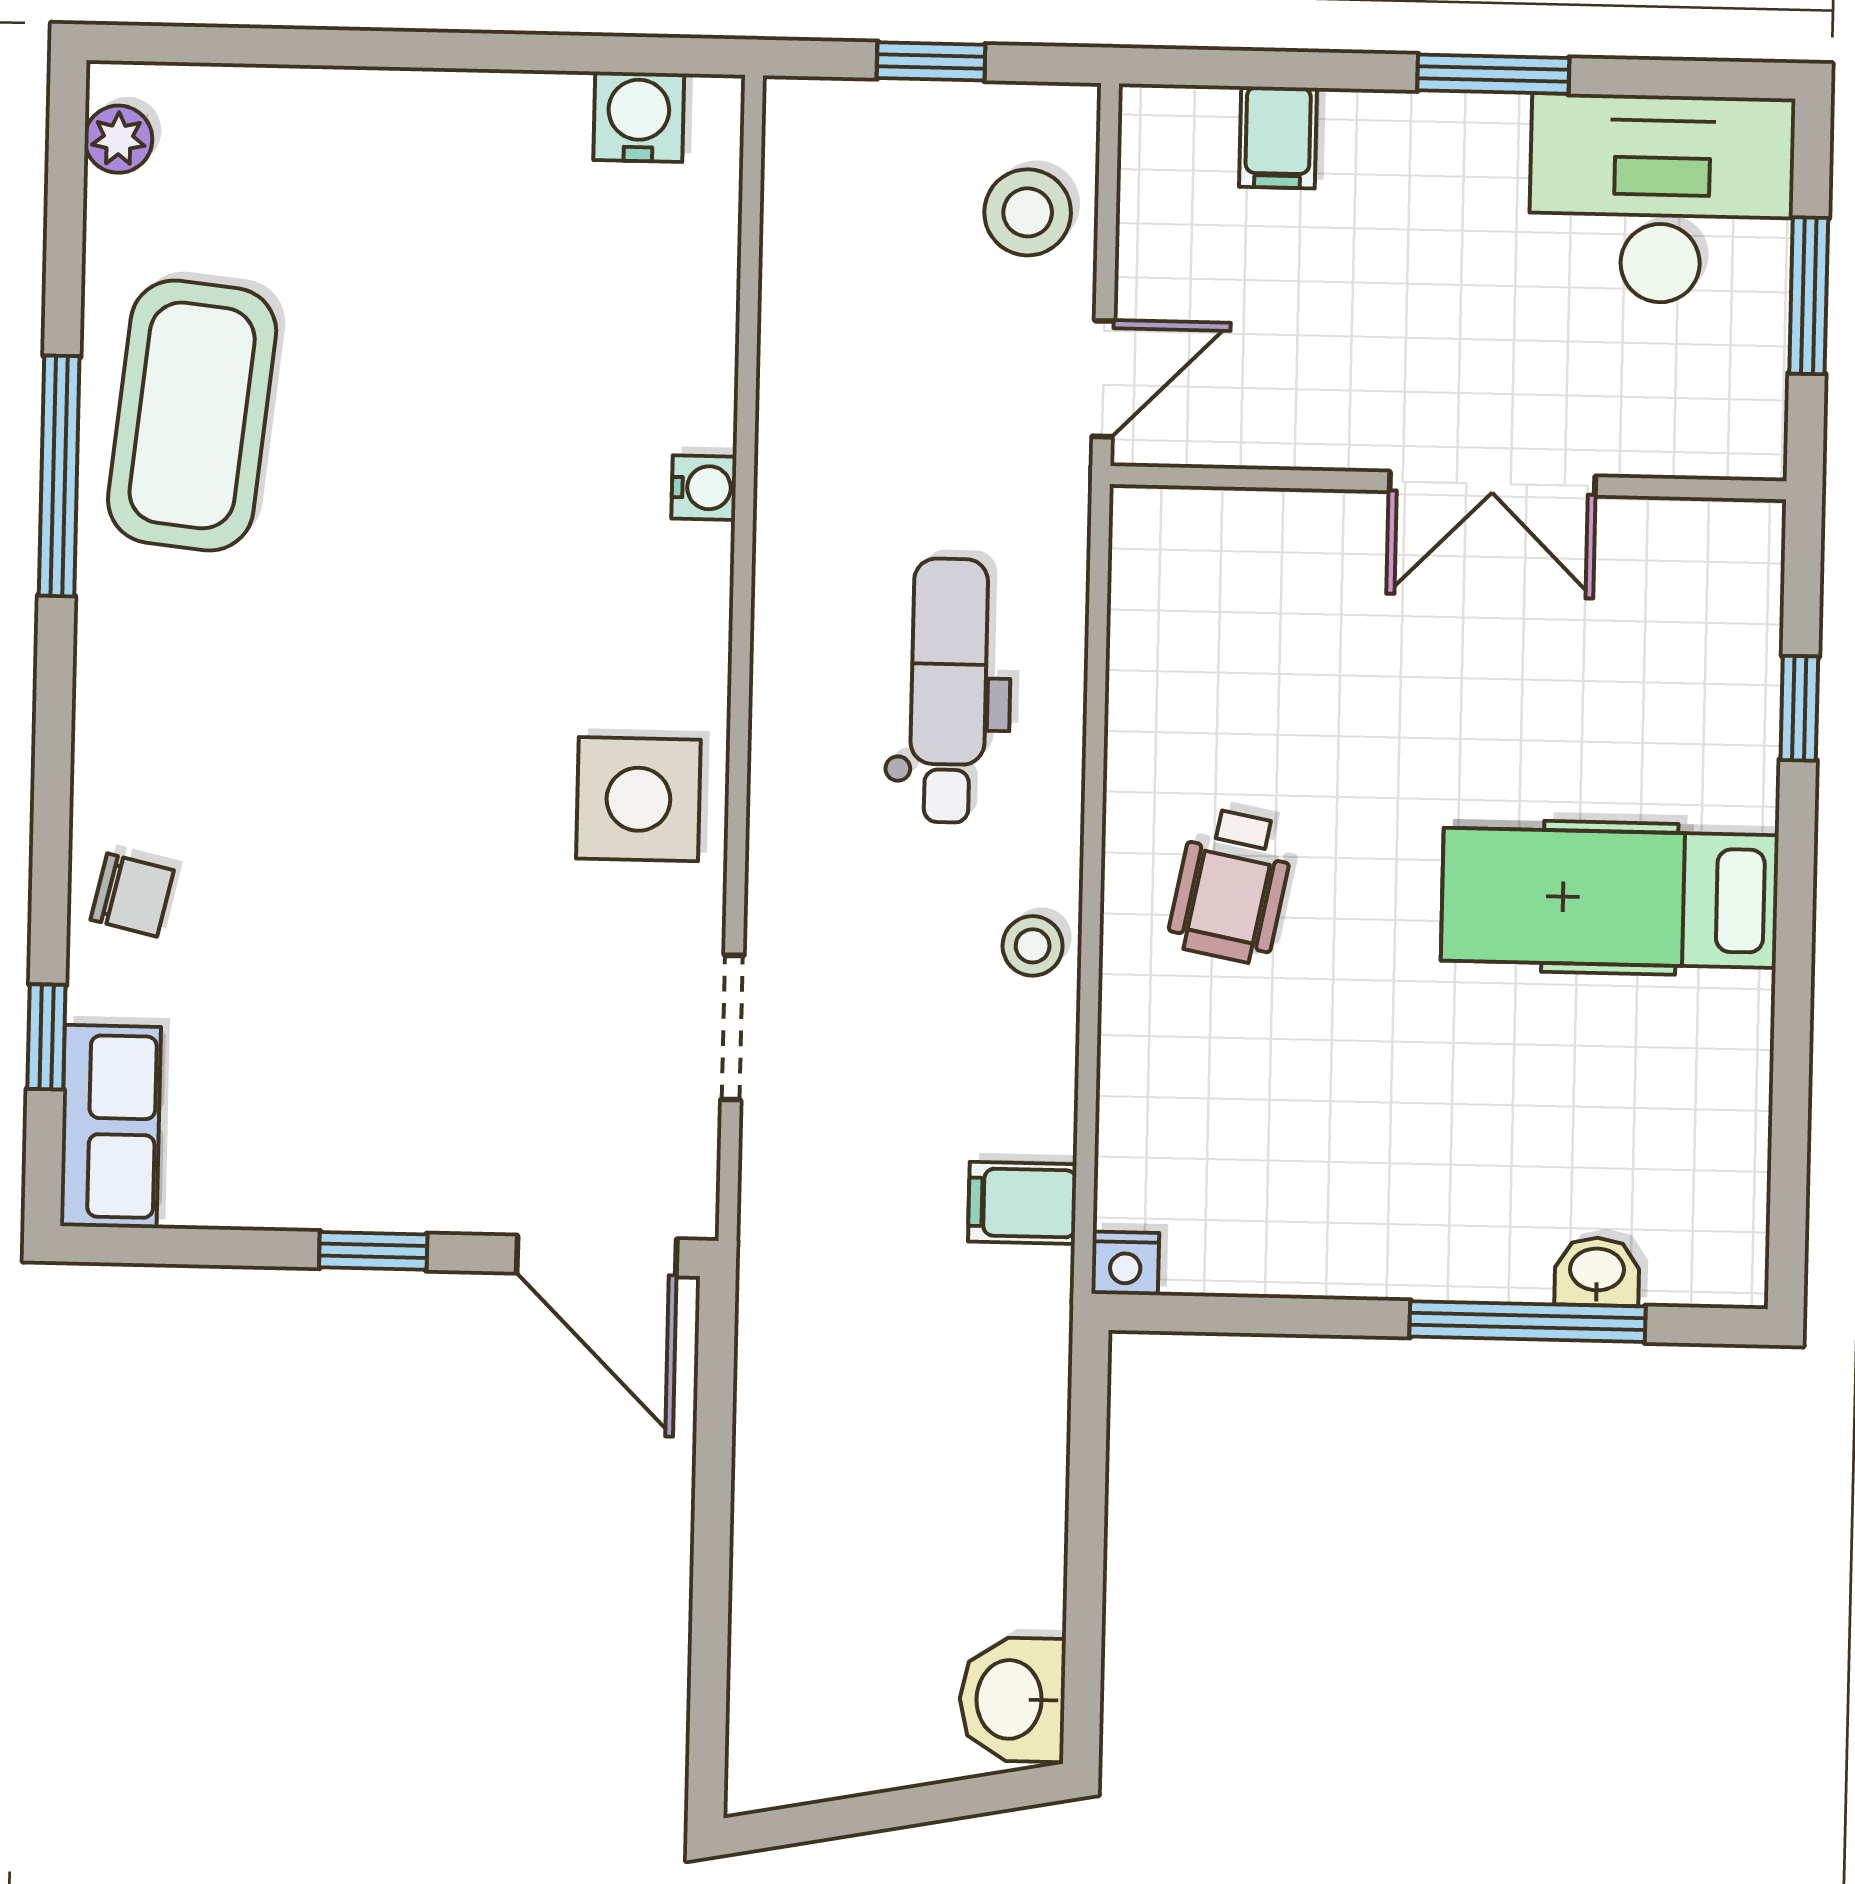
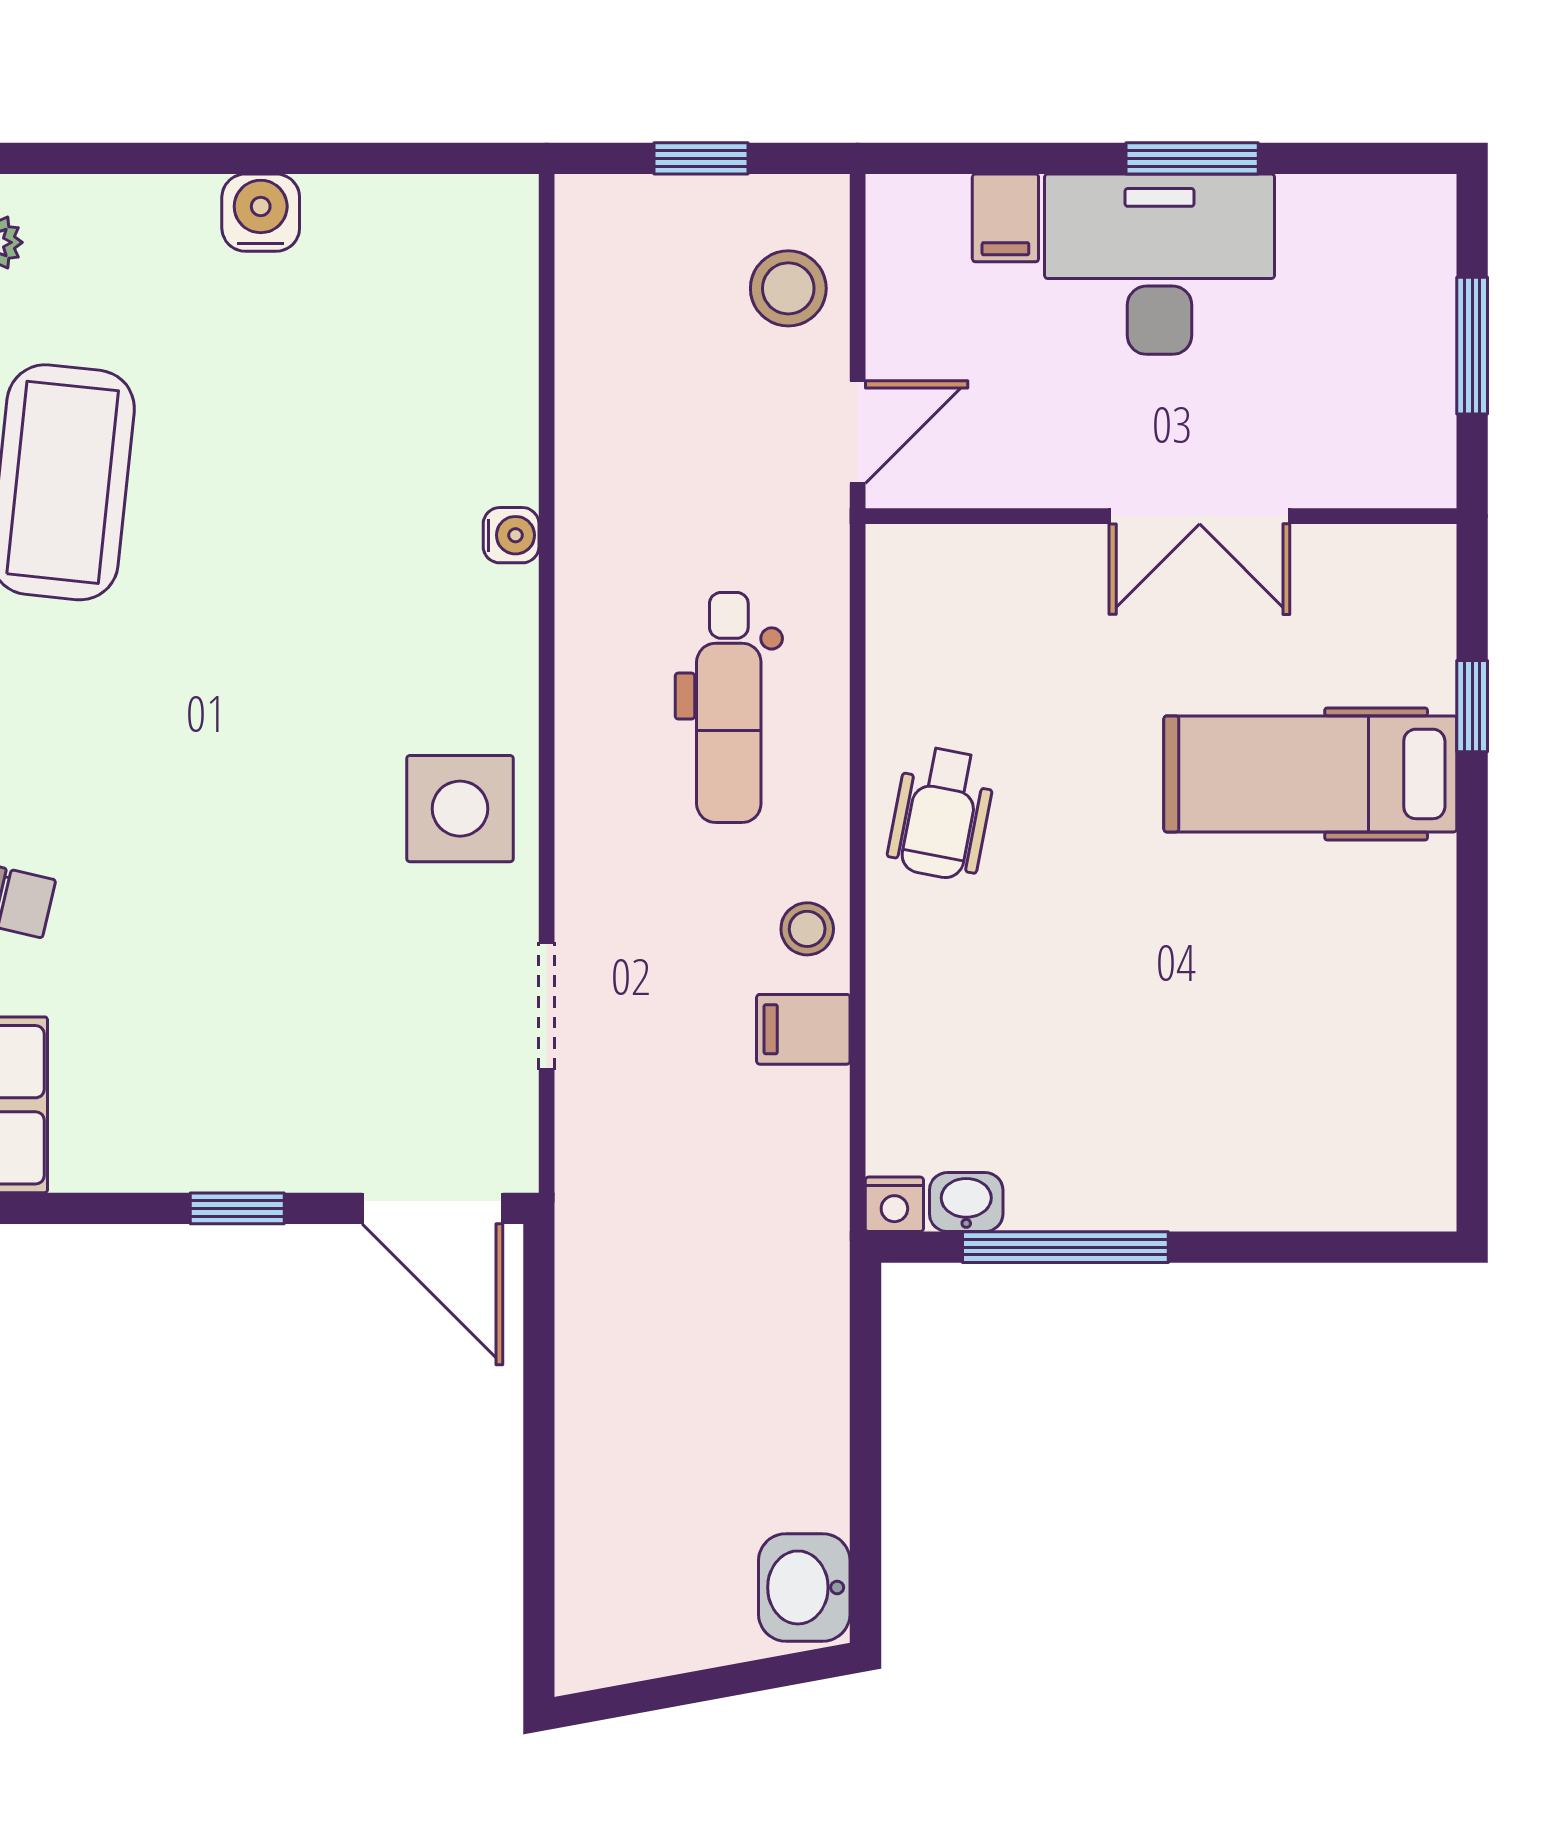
water cooler: (639, 117) -> (261, 213), moved
desk: (1662, 199) -> (1160, 264), moved
dental chair: (949, 691) -> (729, 708), turned 180
wheelchair: (1231, 886) -> (941, 813), moved
hospital bed: (1610, 898) -> (1310, 774), moved
filing cabinet: (1022, 1203) -> (803, 1029), moved
washbasin: (1597, 1271) -> (966, 1202), moved
window: (1528, 1322) -> (1065, 1247), moved

